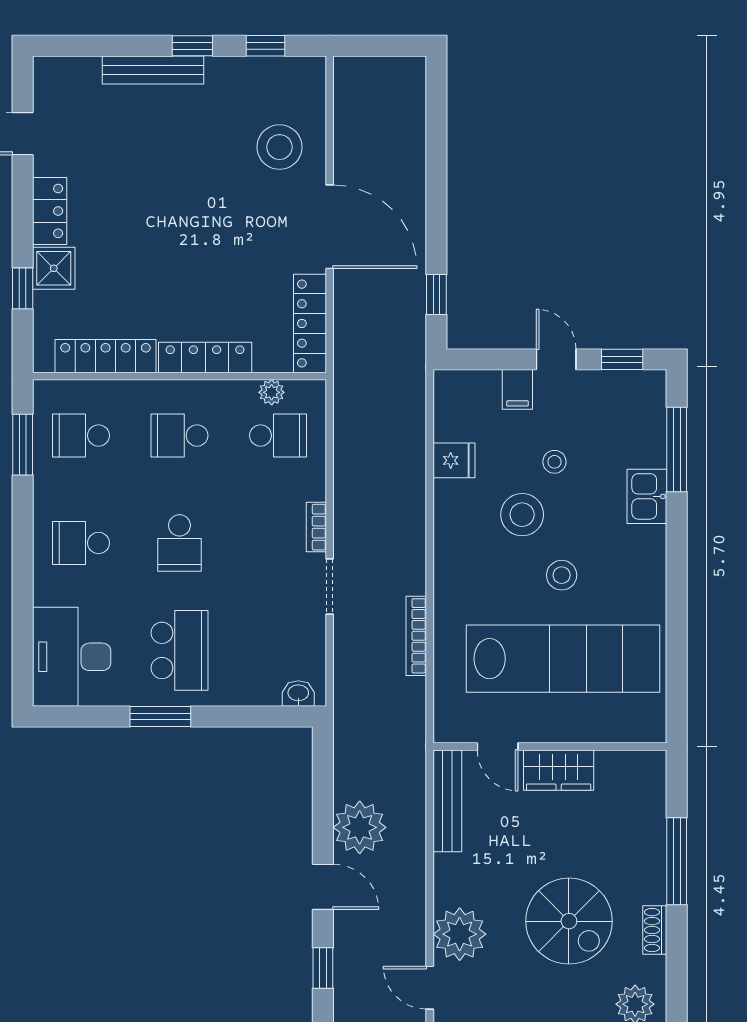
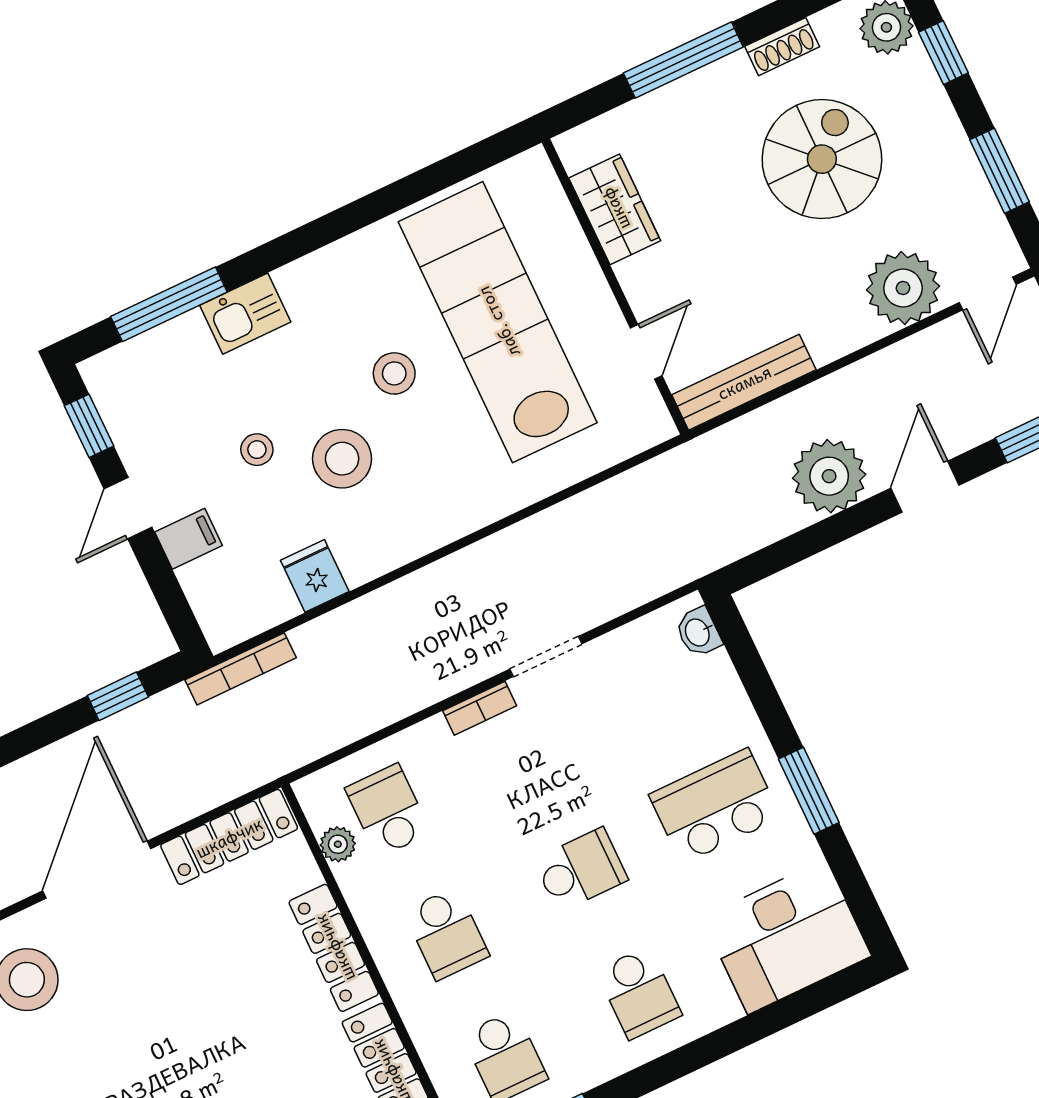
bookcase: (416, 636) -> (241, 669), moved
wardrobe: (559, 770) -> (615, 209), moved

